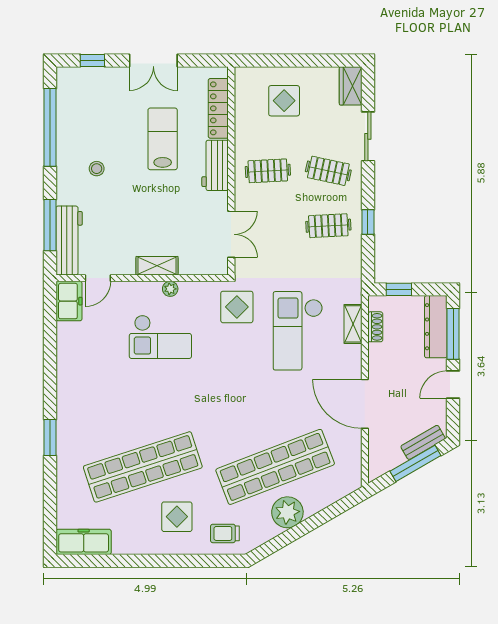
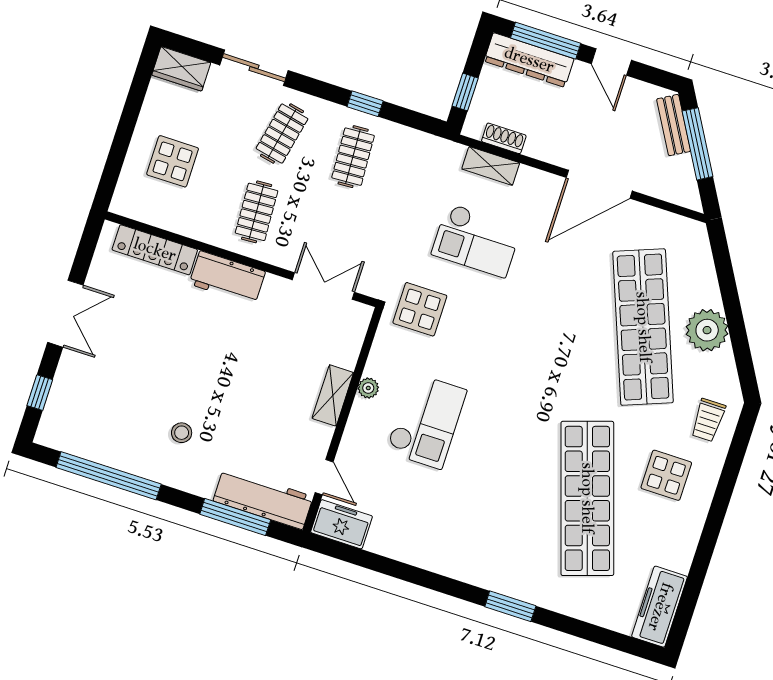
lab bench: (163, 139) -> (171, 335), removed
checkout: (298, 331) -> (476, 240), width x0.73, depth x0.83

